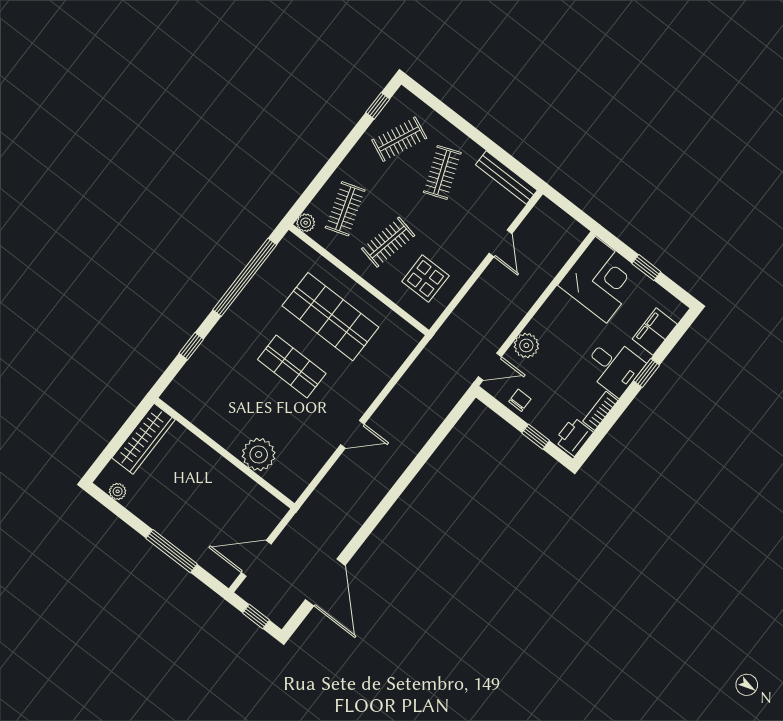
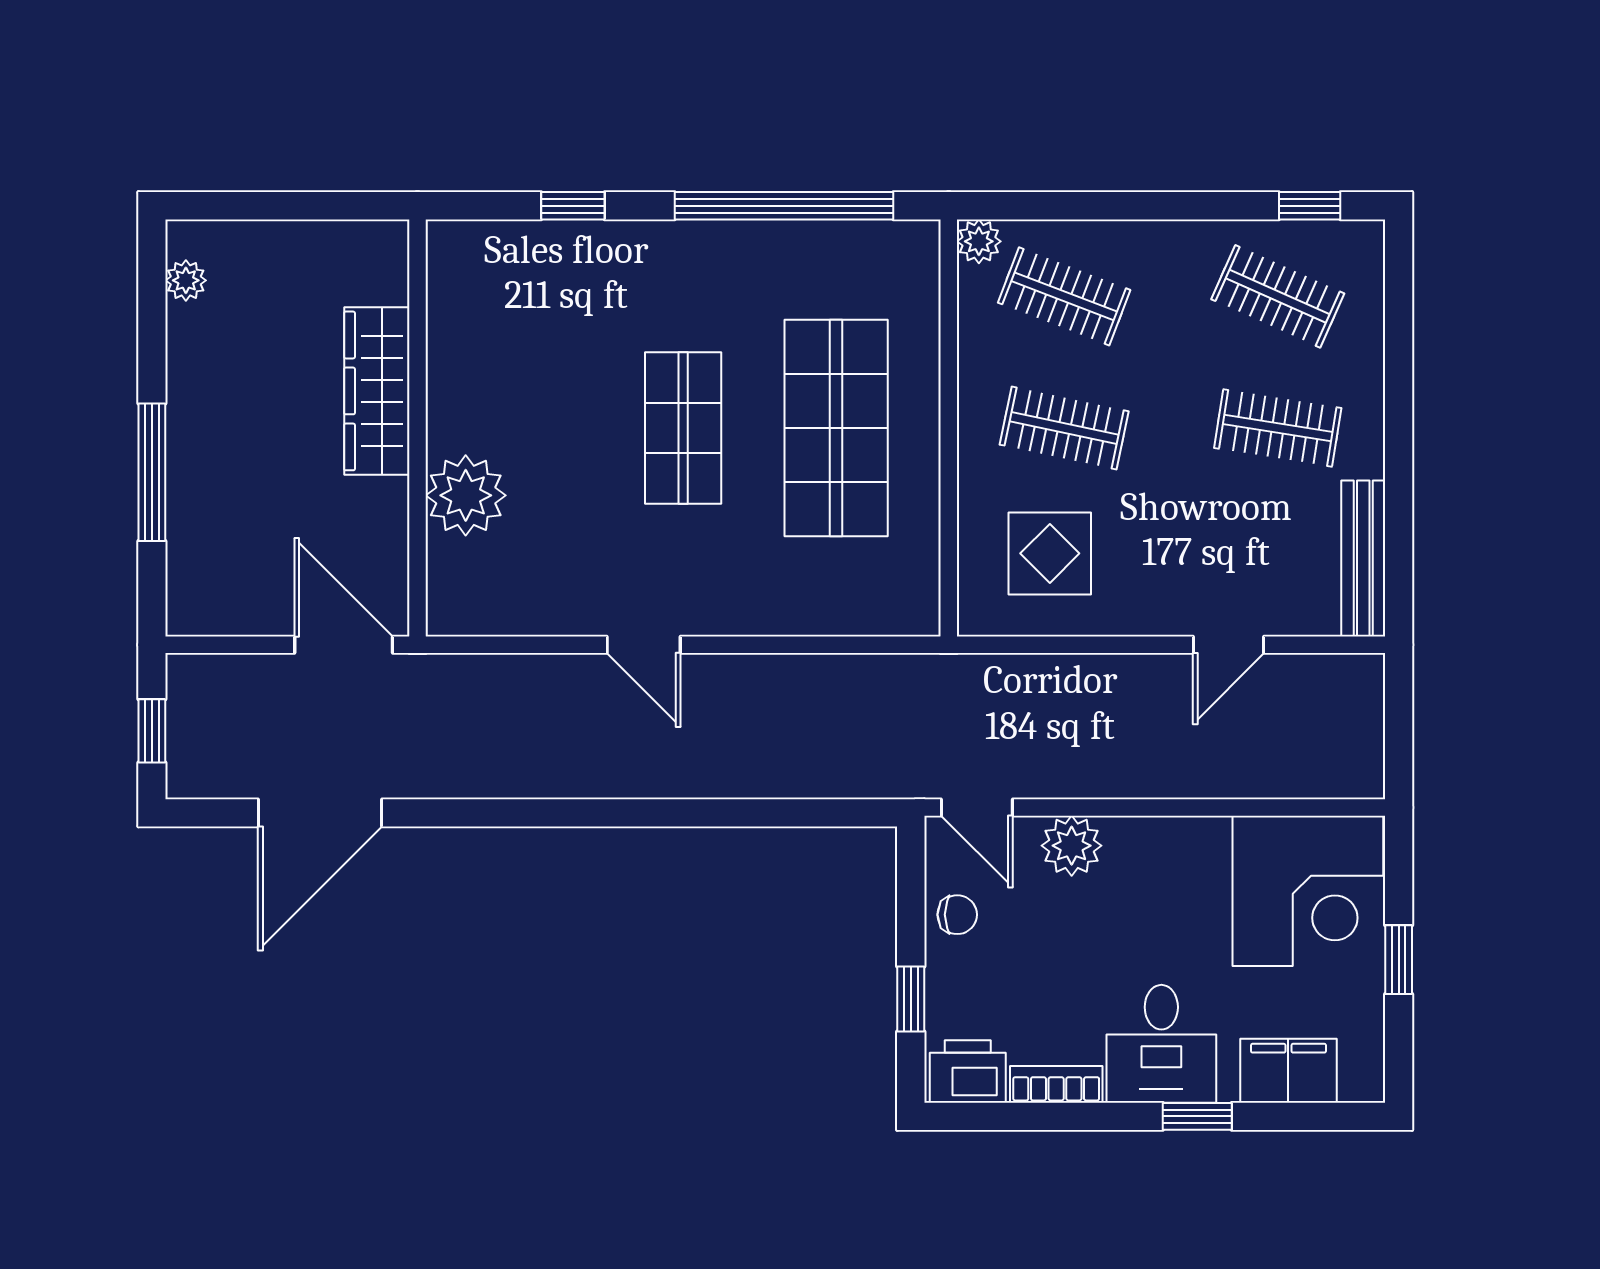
clothes rail: (442, 172) -> (1278, 428), turned 30
clothes rail: (345, 209) -> (1064, 296), turned 39
wardrobe: (144, 439) -> (377, 391), moved, turned 90
door: (256, 558) -> (344, 645), moved

